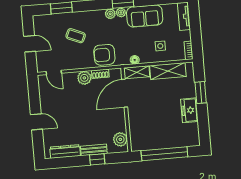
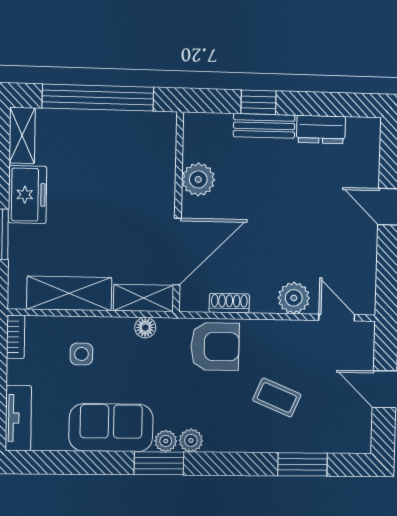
plant: (84, 78) -> (294, 298), moved
shelving: (194, 135) -> (22, 135), added
plant: (120, 139) -> (198, 179), moved
dresser: (65, 152) -> (321, 129), width x0.70

